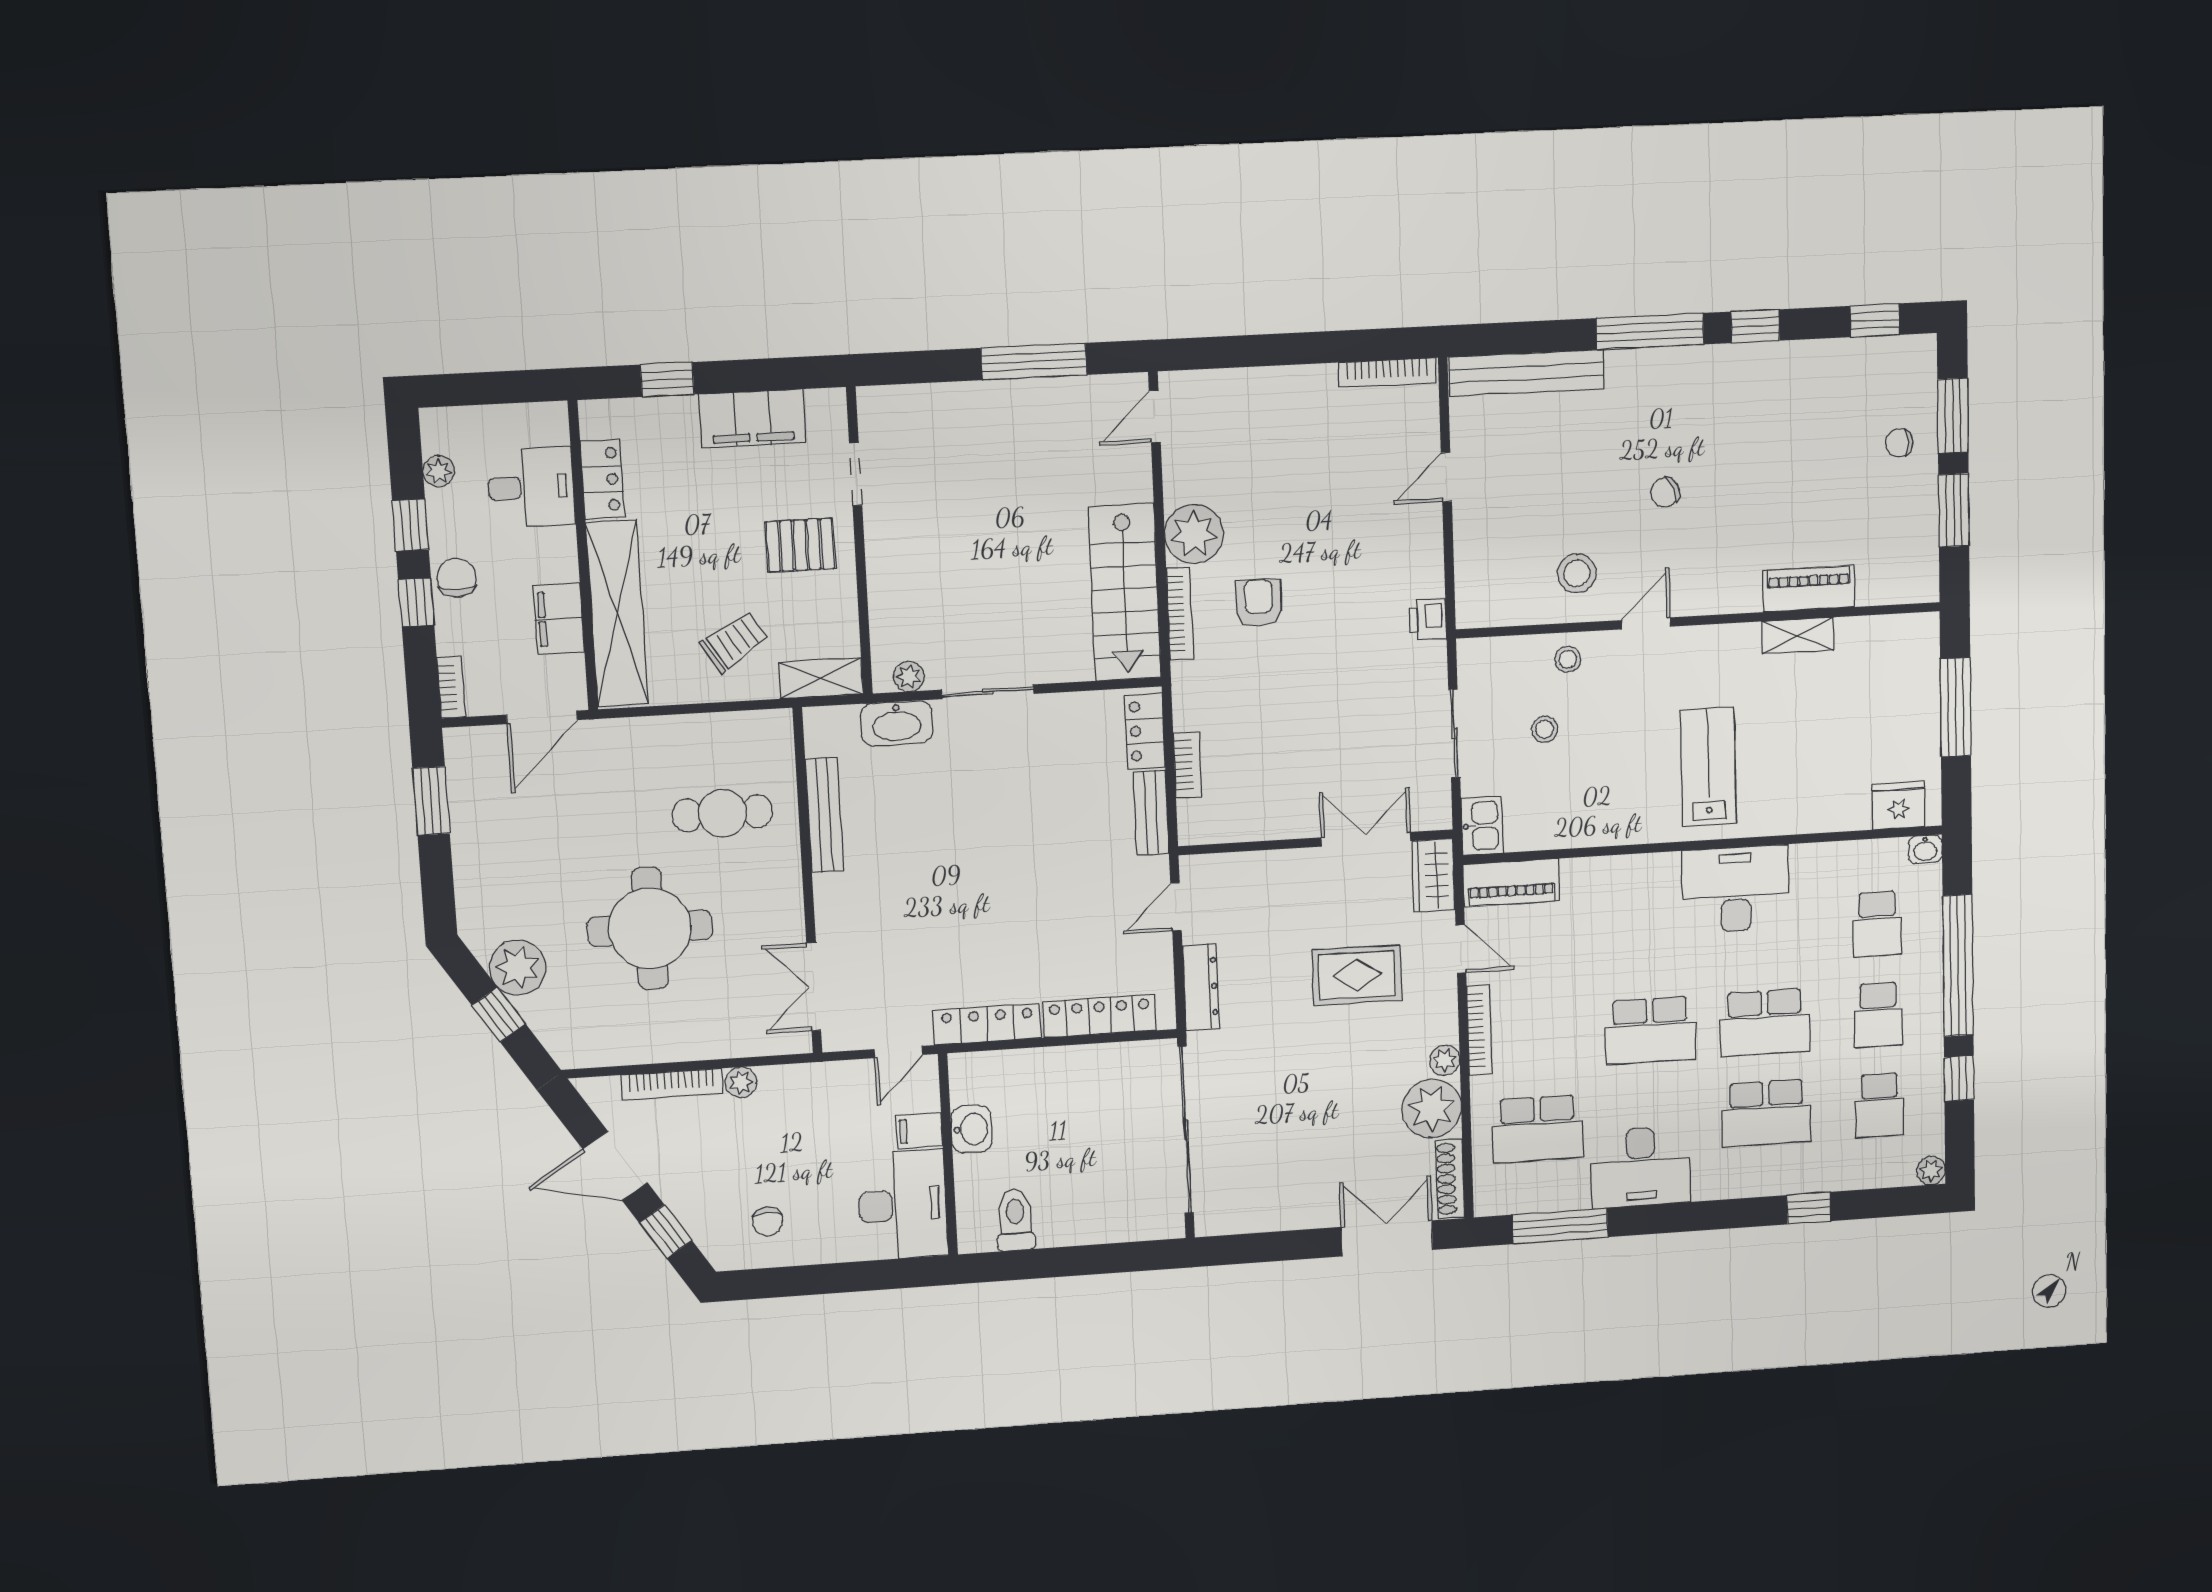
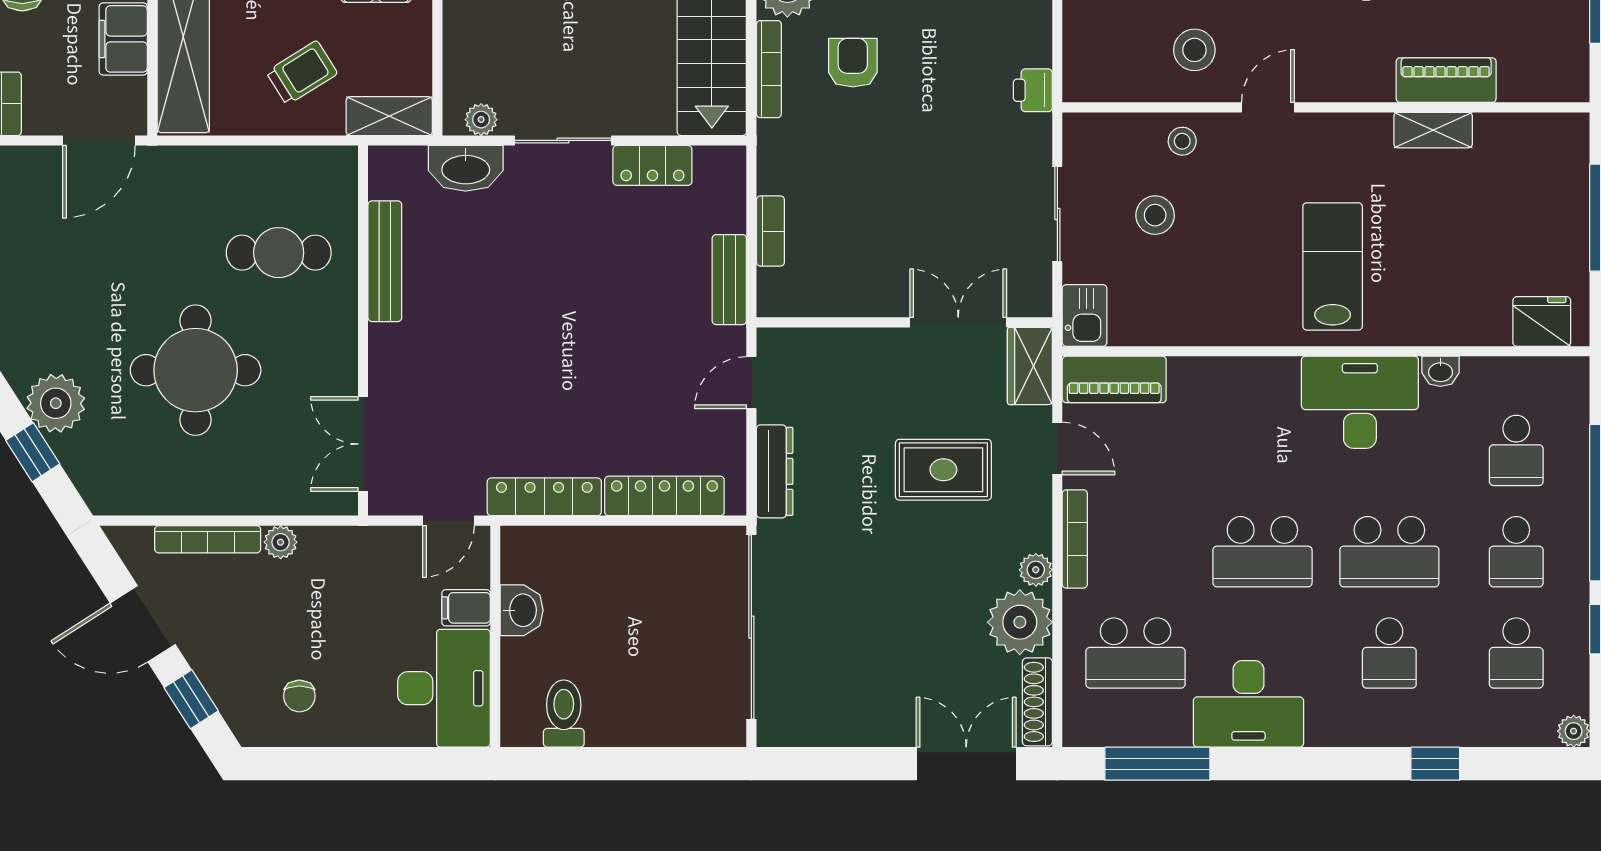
stool: (1545, 729) -> (1155, 215), width x1.37, depth x1.37
locker: (1145, 731) -> (652, 165), moved, turned -90
washbasin: (1925, 849) -> (1440, 371), moved
school desk: (1766, 1113) -> (1389, 653), width x0.54

